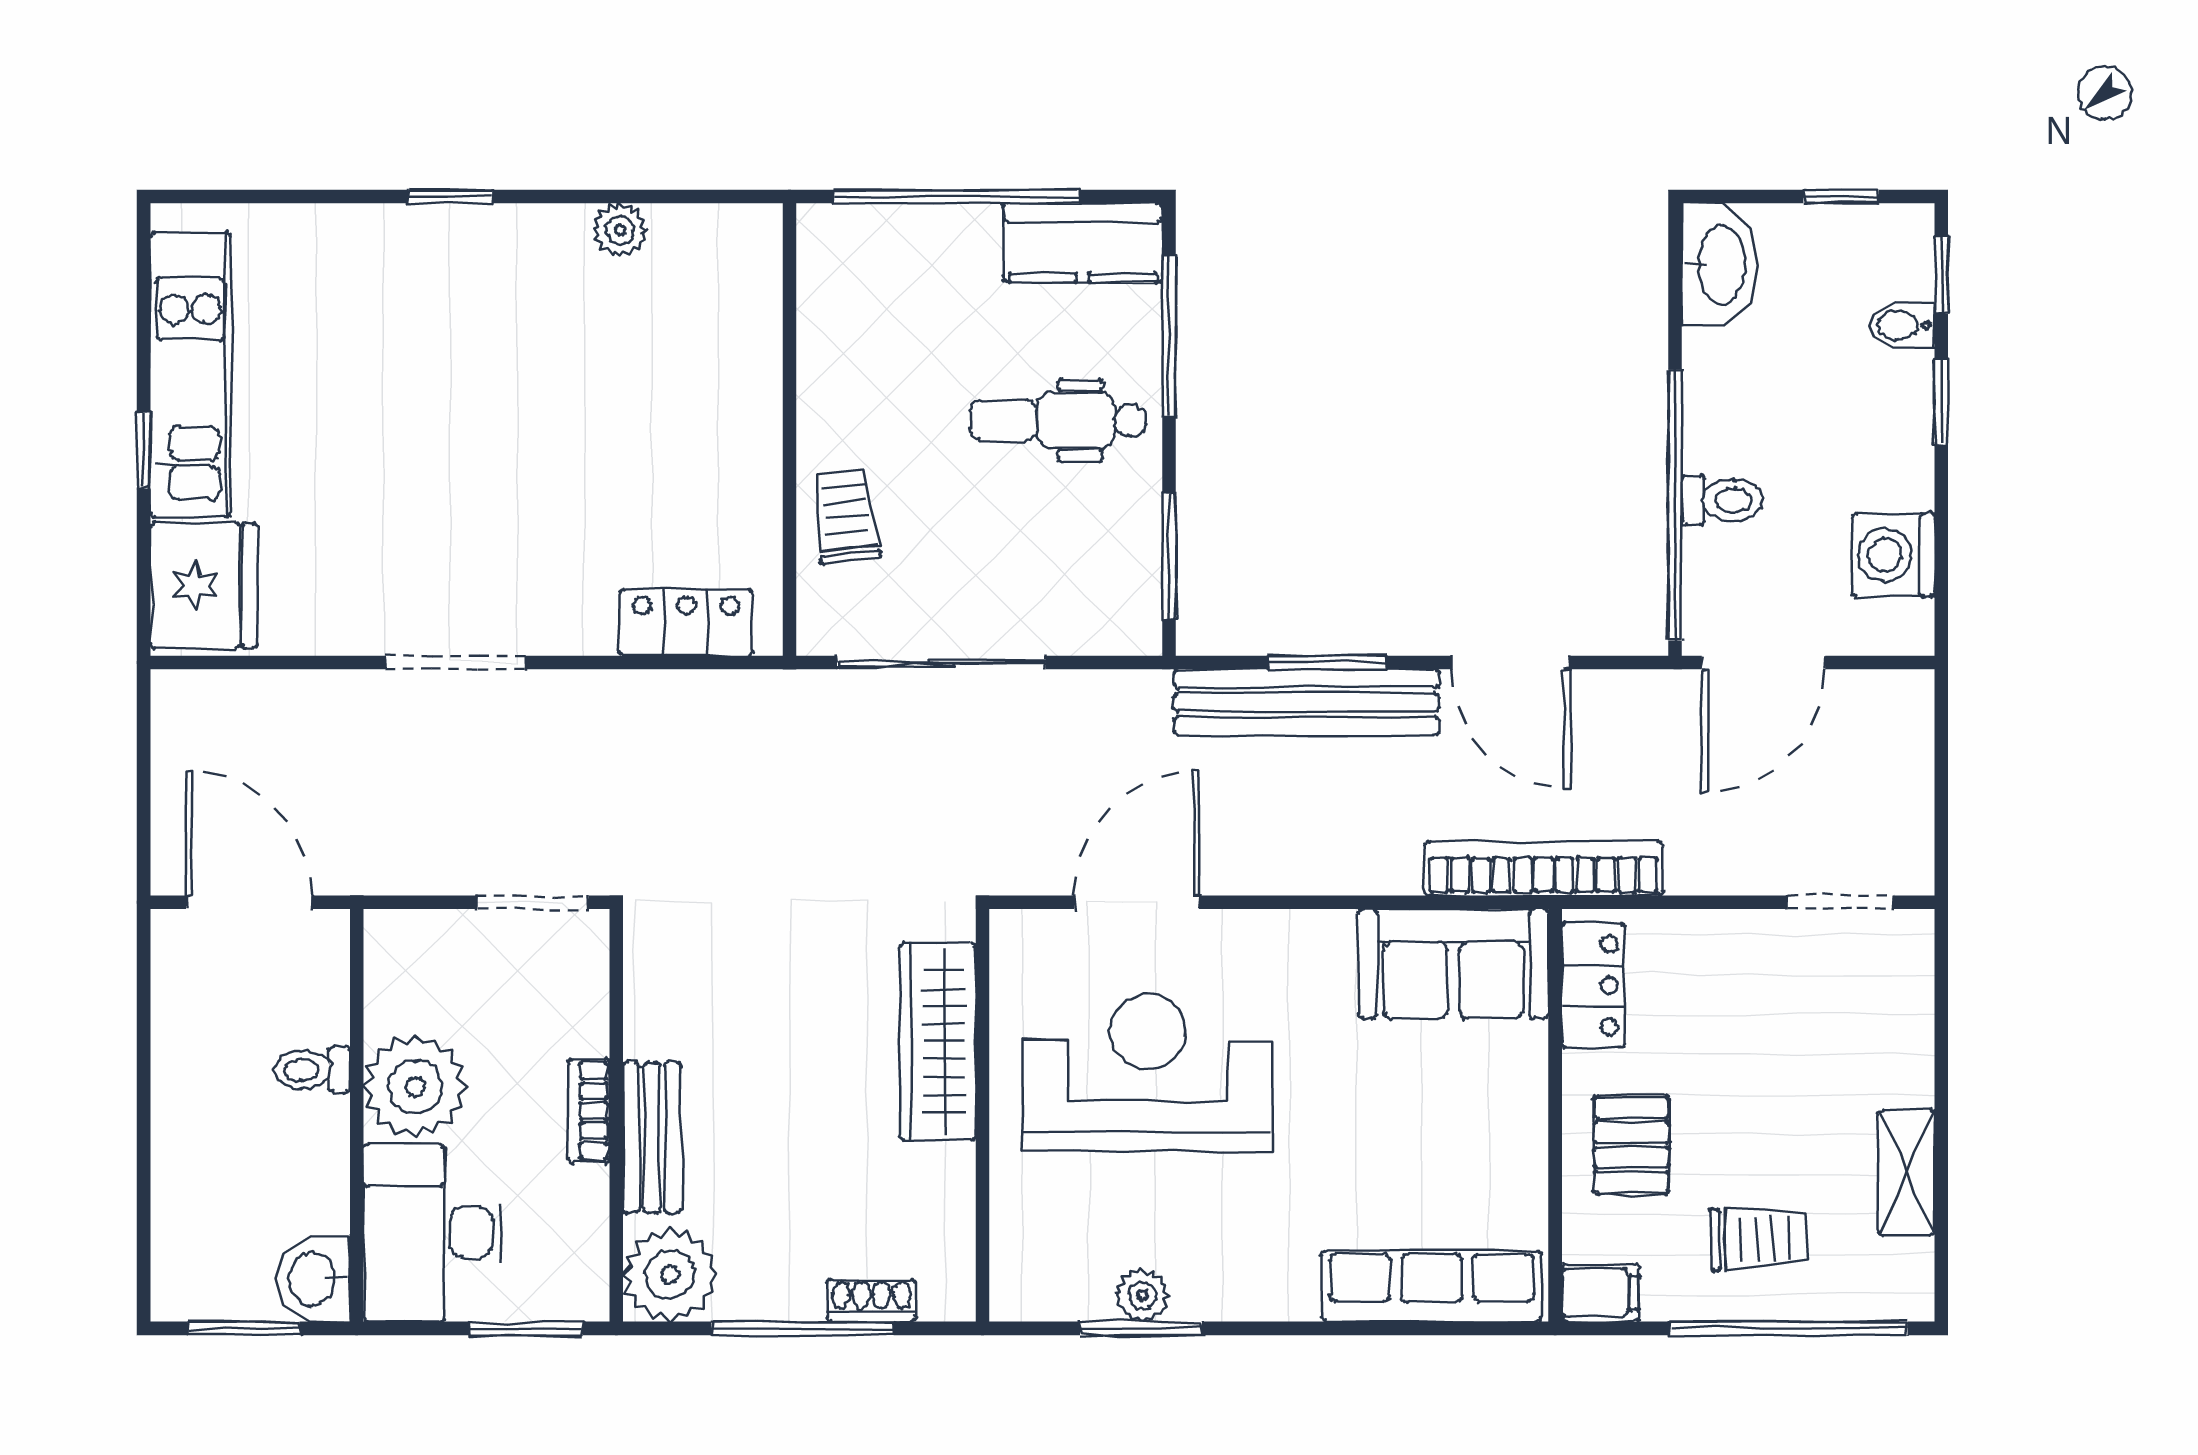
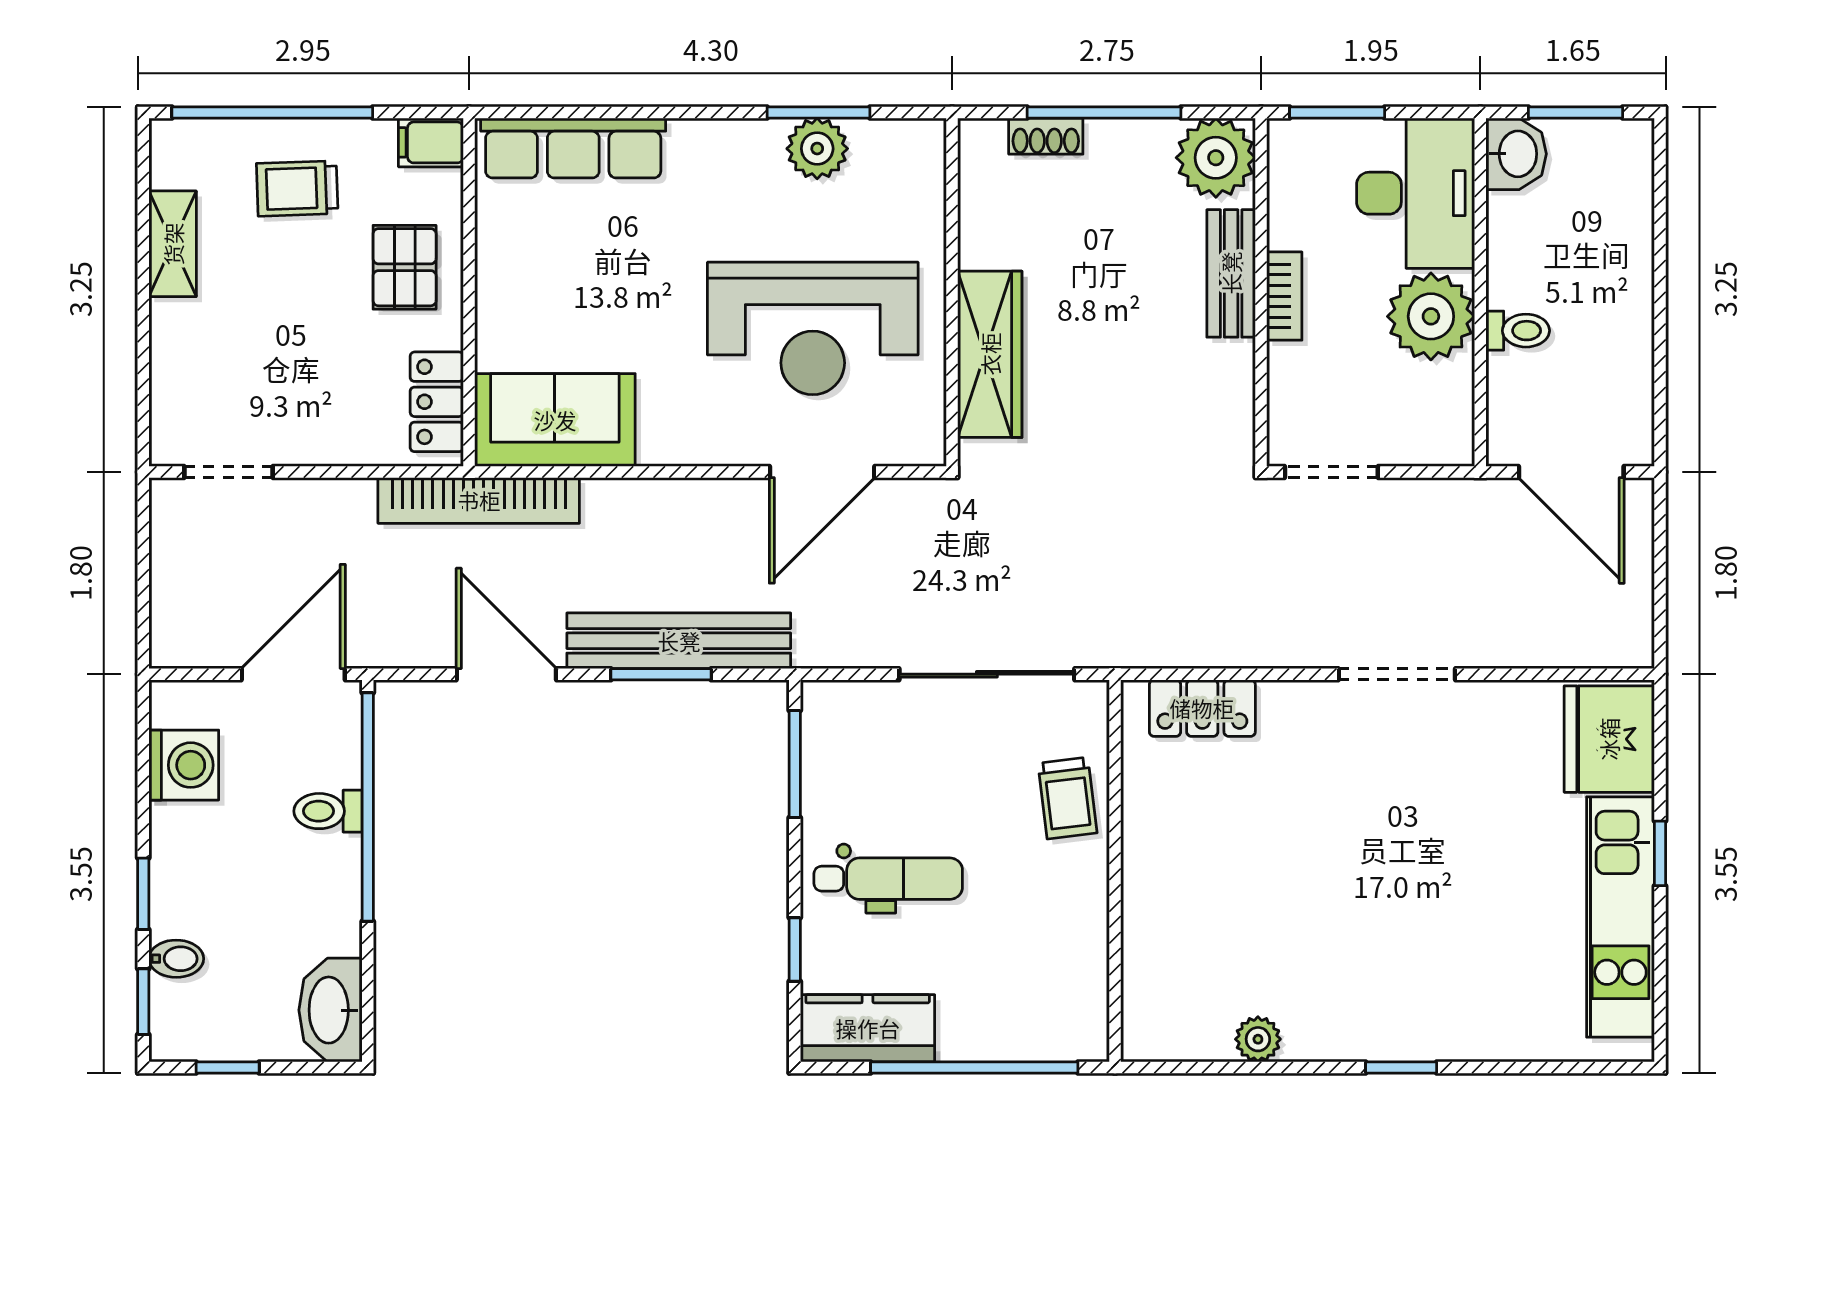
window: (1169, 336) -> (795, 950), width x0.46
plant: (1142, 1295) -> (817, 149), width x1.38, depth x1.38

